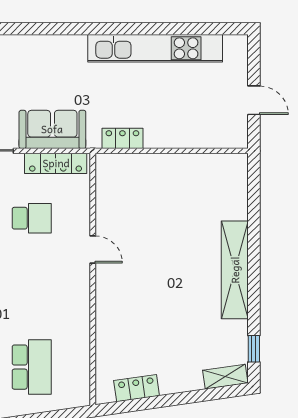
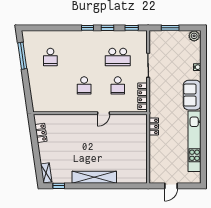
sofa: (52, 129) -> (192, 95), moved, turned 180
school desk: (32, 367) -> (84, 85), moved, width x0.54

